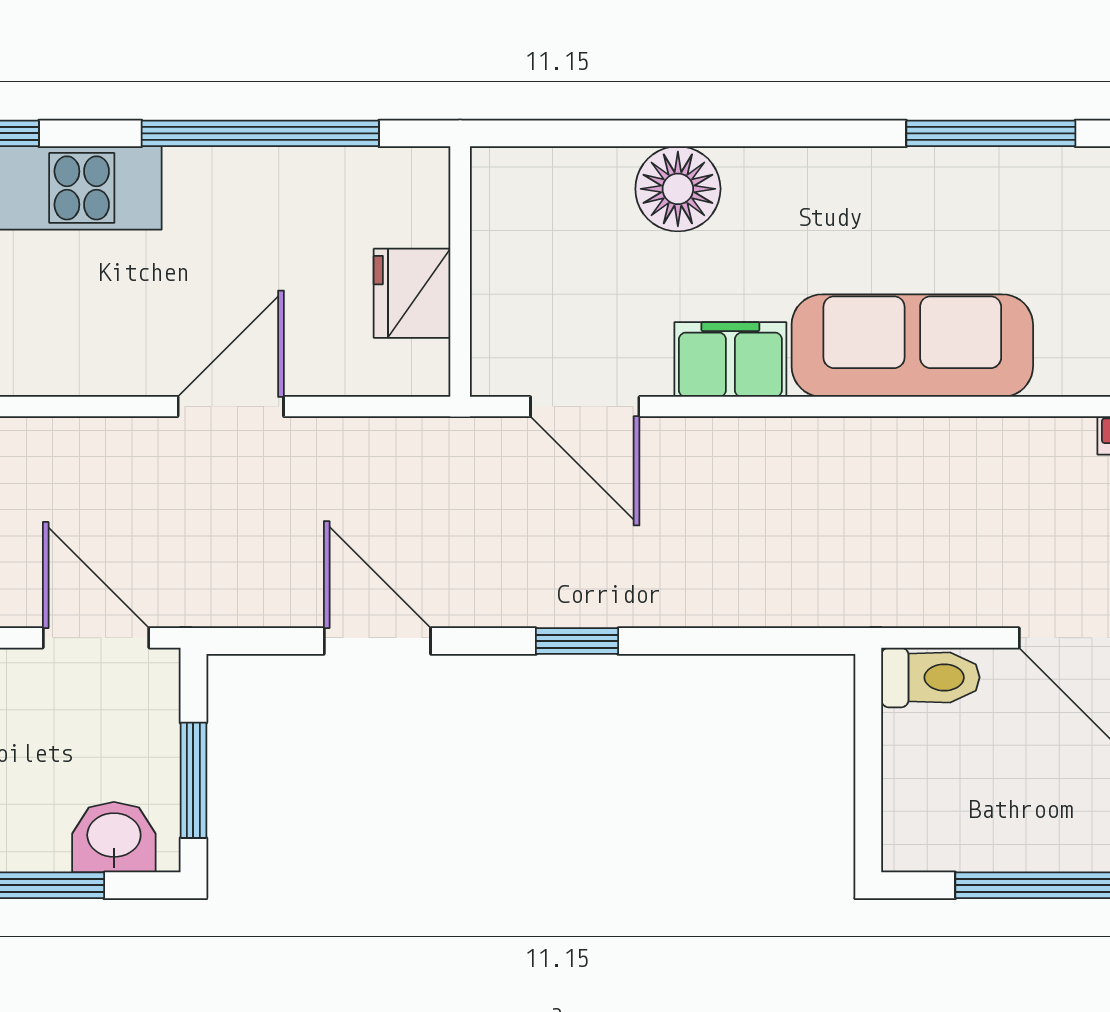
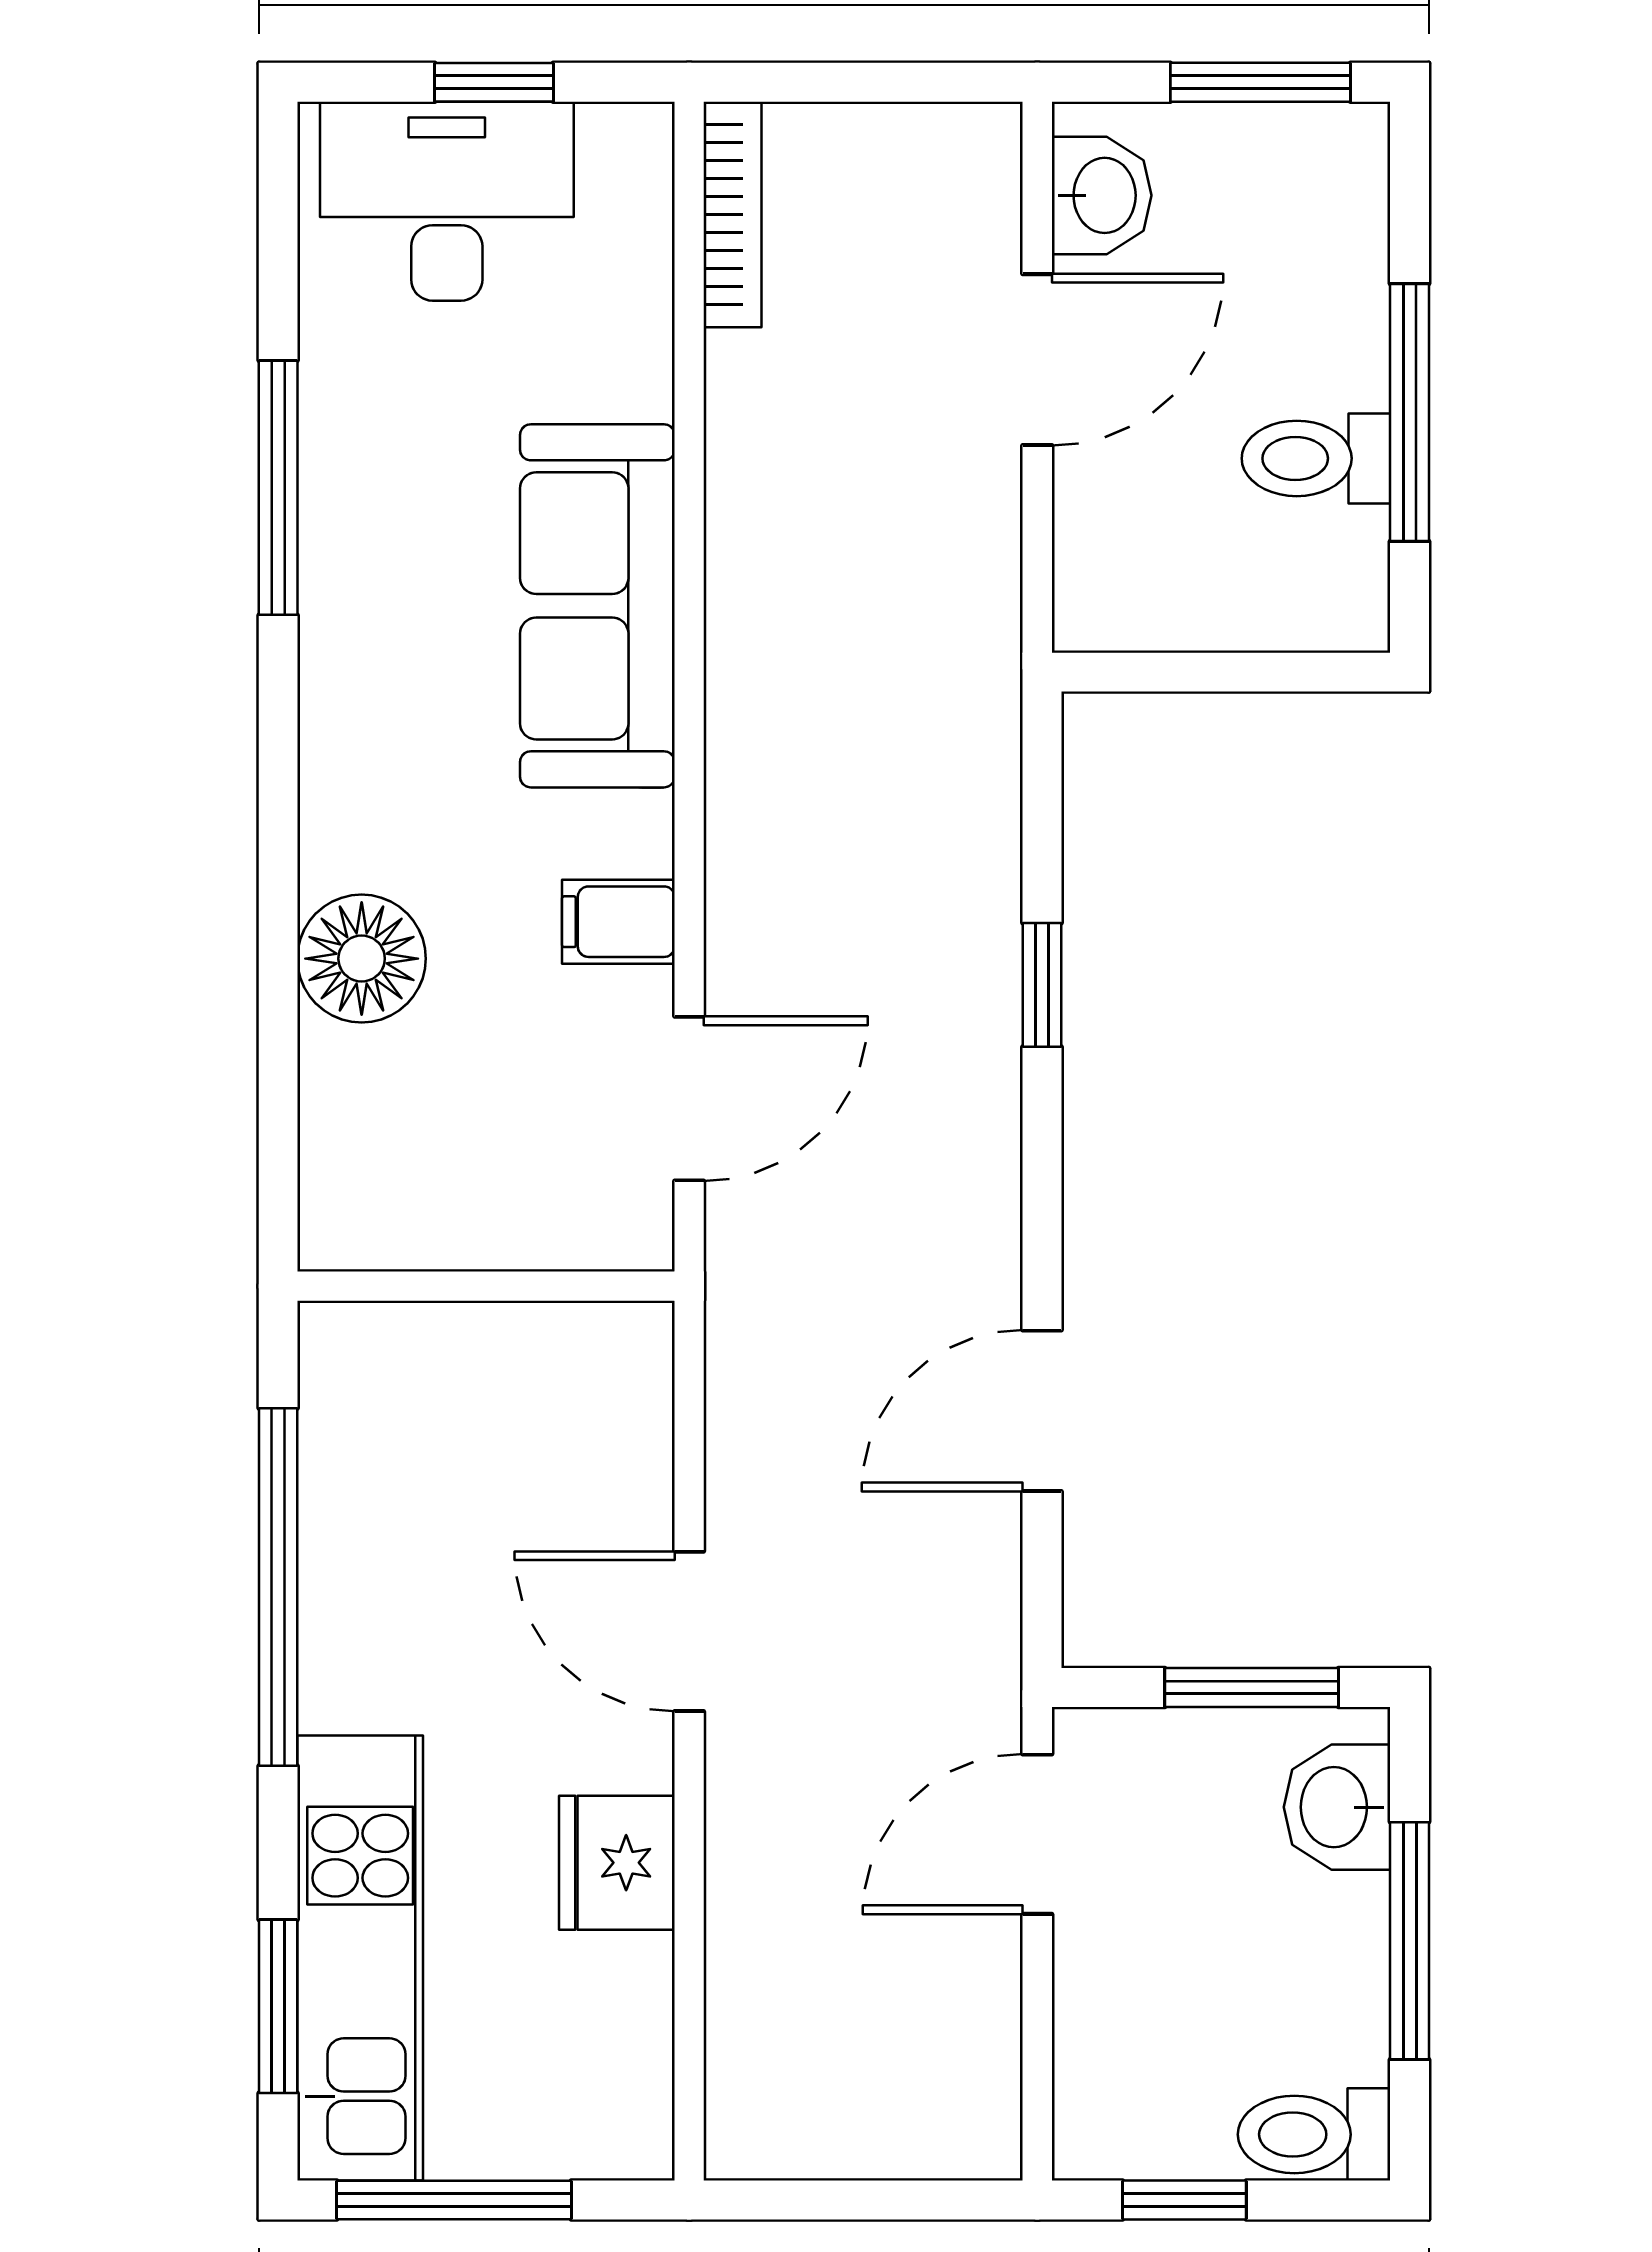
fridge: (412, 293) -> (617, 1863), moved, turned 90
filing cabinet: (730, 360) -> (618, 922), width x0.50
window: (577, 641) -> (1042, 985), moved
toilet: (930, 677) -> (1316, 458), moved, turned -90

